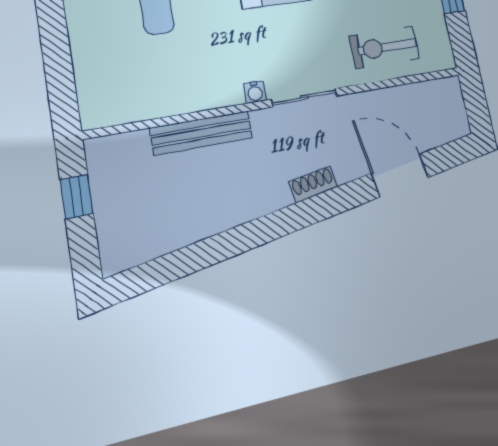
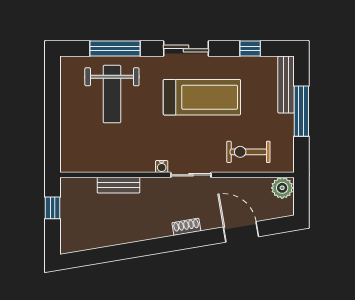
plant: (445, 94) -> (282, 188), added
bench: (201, 133) -> (118, 185), width x0.73

